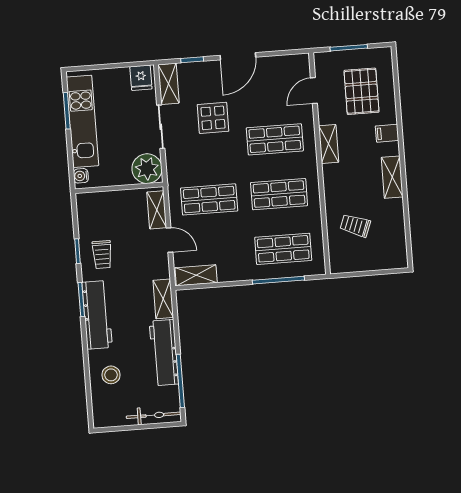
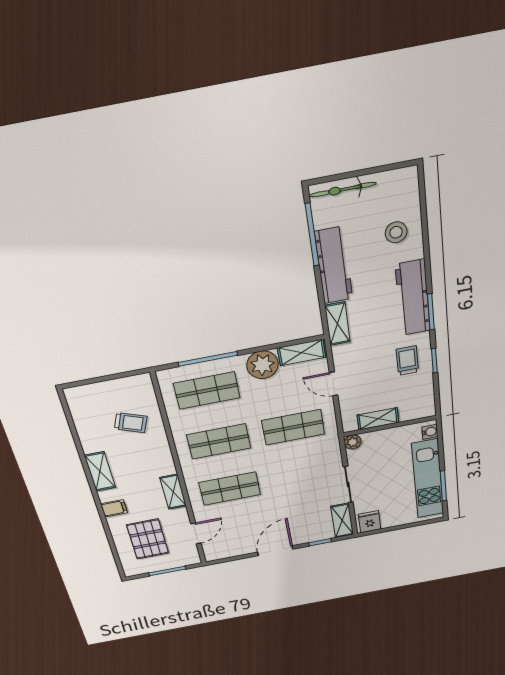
display table: (213, 118) -> (295, 499), removed
plant: (147, 169) -> (353, 442), width x0.53, depth x0.53
shelving: (157, 210) -> (378, 419), moved, turned 90
plant: (231, 268) -> (263, 365), added

